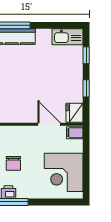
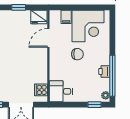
filing cabinet: (75, 133) -> (66, 17), moved
chair: (13, 163) -> (77, 54), moved

